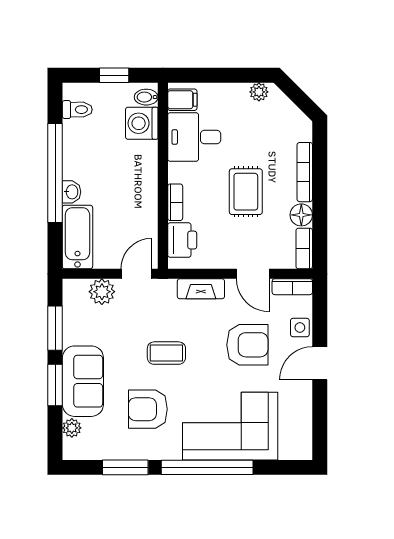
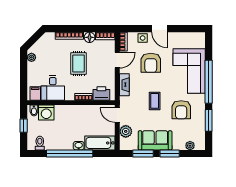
rug: (246, 192) -> (79, 64), turned 90
armchair: (247, 345) -> (151, 63), turned 180
sofa: (83, 381) -> (155, 140), moved

